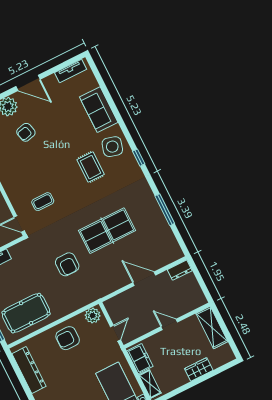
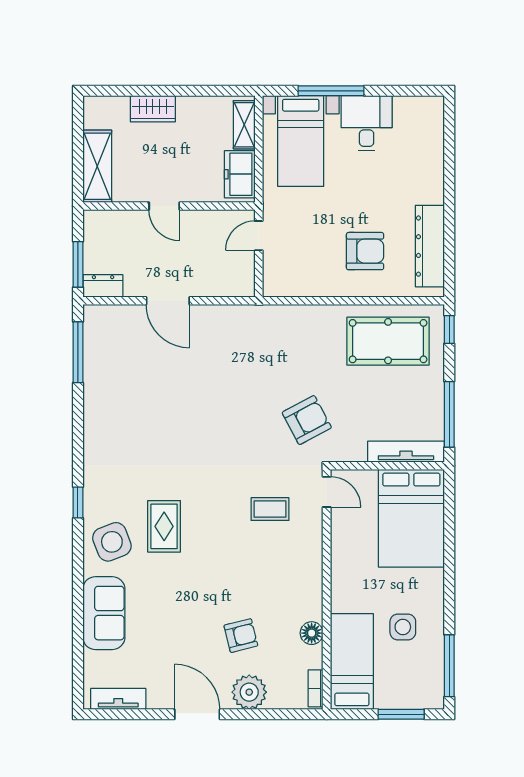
side table: (112, 147) -> (112, 542), turned -37
window: (165, 210) -> (78, 352), moved
table tennis table: (107, 231) -> (189, 409), removed
armchair: (67, 264) -> (307, 420), moved, turned 62
window: (197, 275) -> (78, 264), added
plant: (93, 316) -> (282, 283), removed
armchair: (68, 338) -> (365, 251), moved

